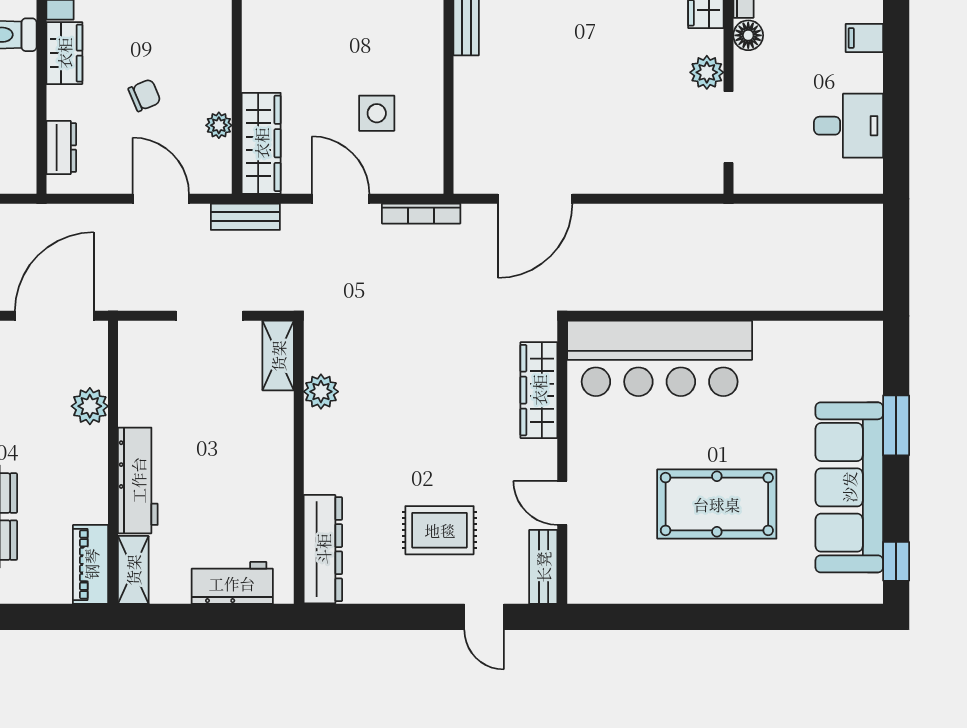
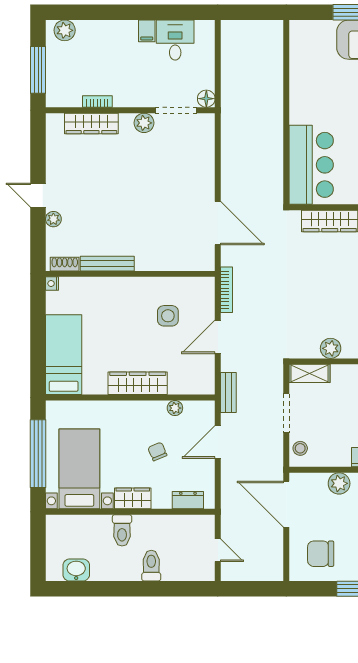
floor lamp: (748, 35) -> (206, 99), moved
filing cabinet: (864, 38) -> (147, 31), moved
wardrobe: (261, 143) -> (138, 383), moved
stool: (150, 340) -> (300, 448), added
bar counter: (660, 358) -> (311, 165), width x0.73

